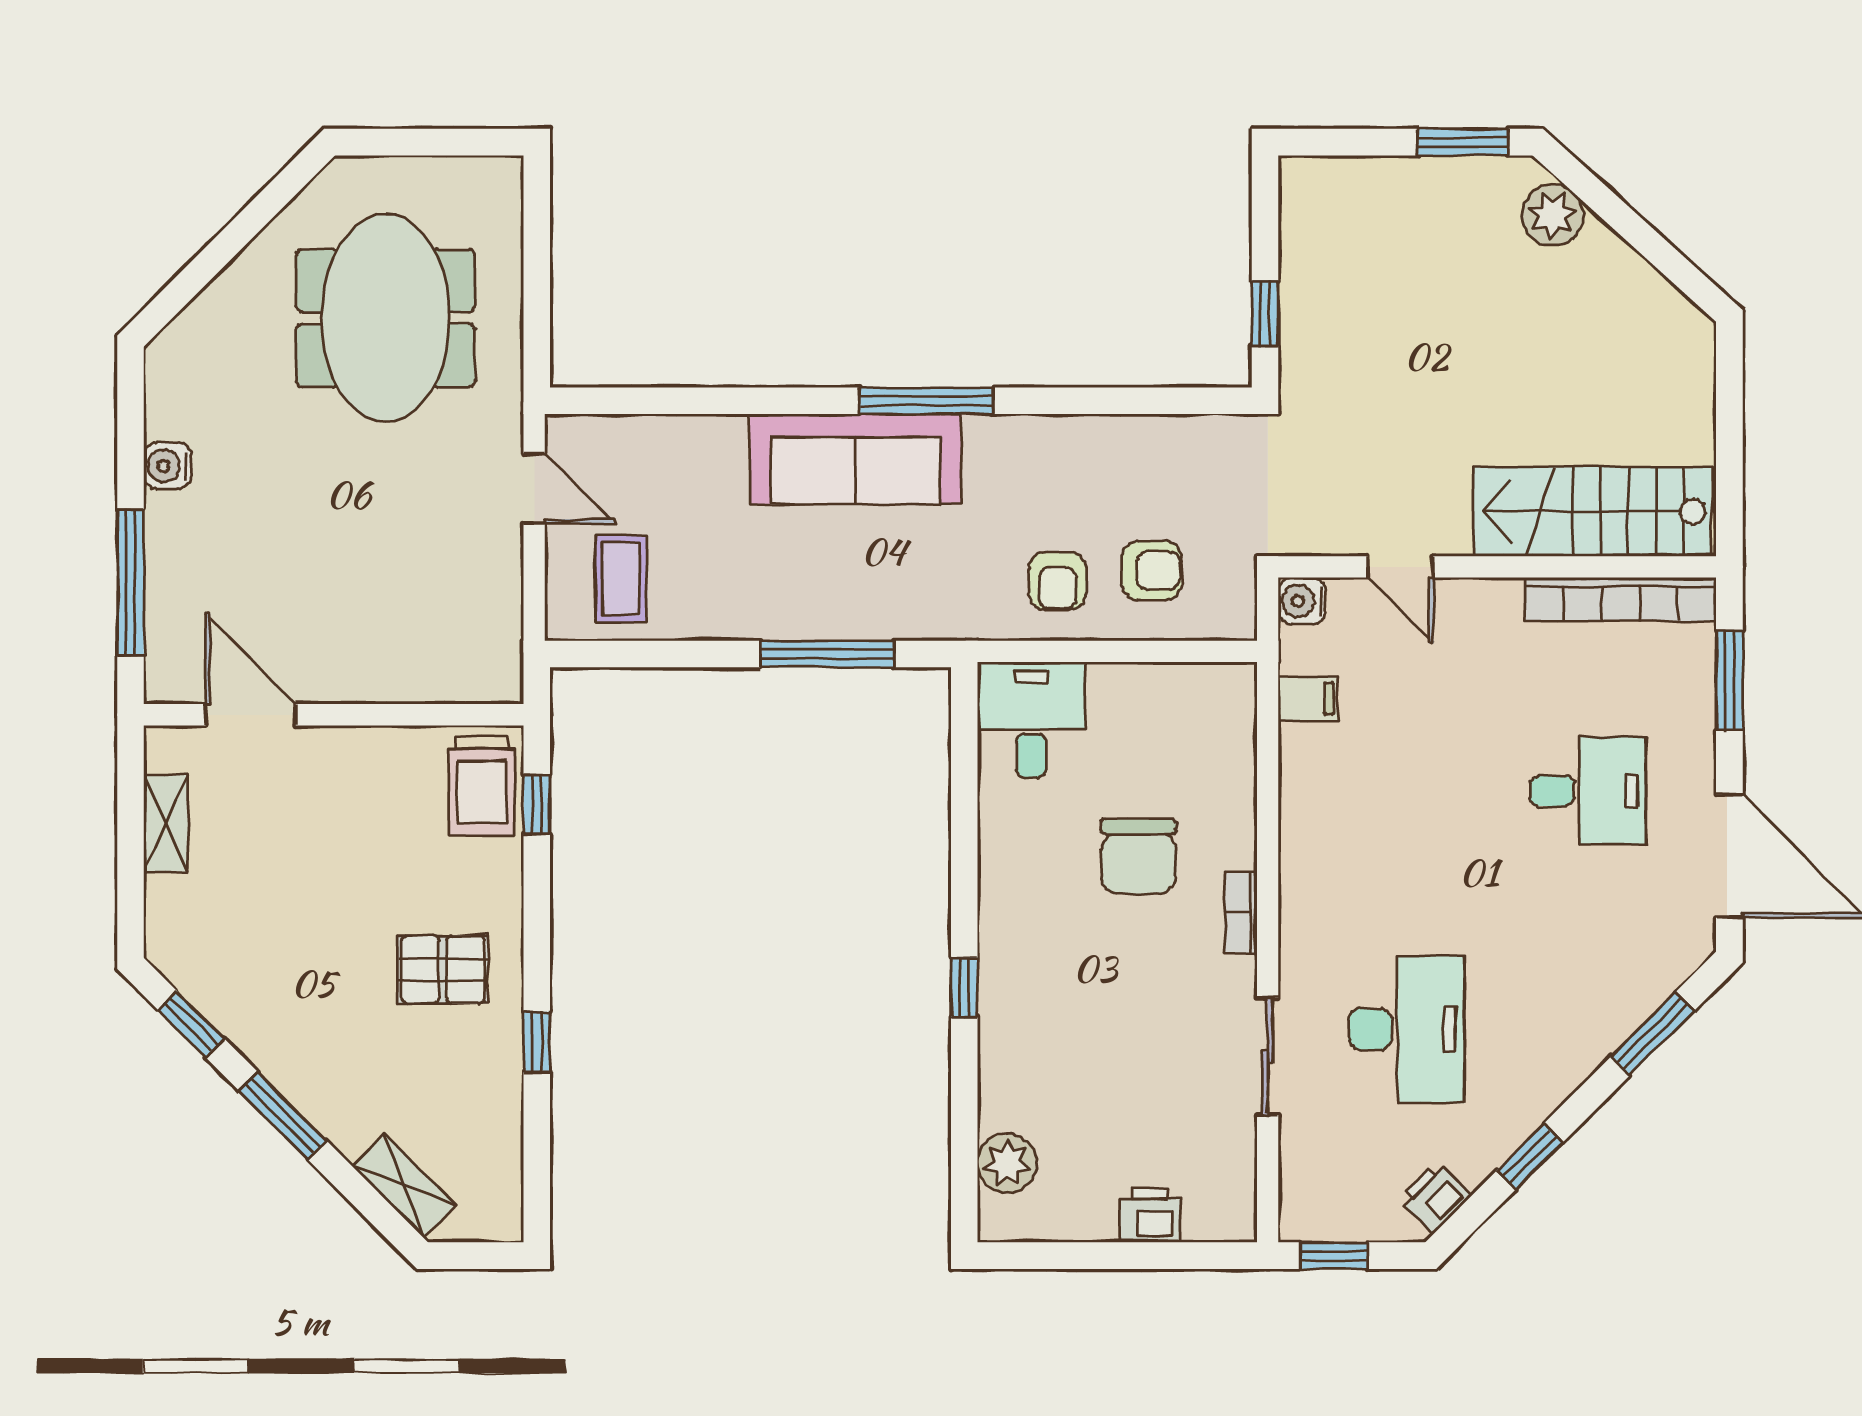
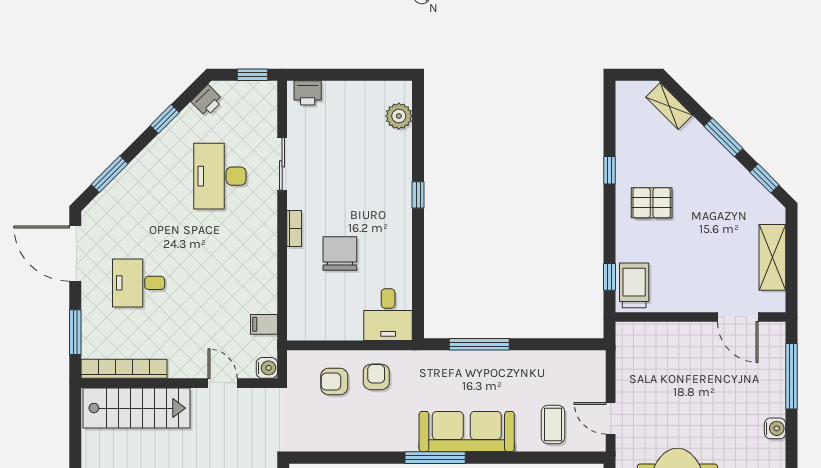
coffee table: (621, 579) -> (553, 425), moved
shelving: (166, 823) -> (772, 257), width x1.50, depth x1.33
printer: (1150, 1215) -> (308, 93), moved

